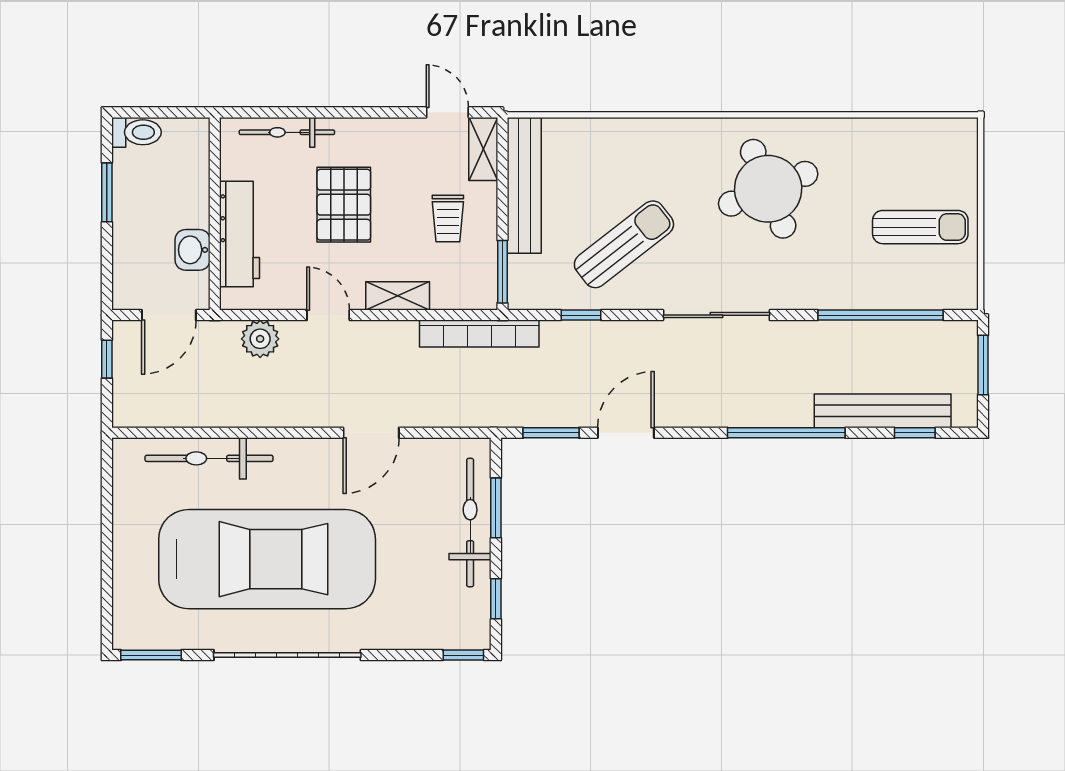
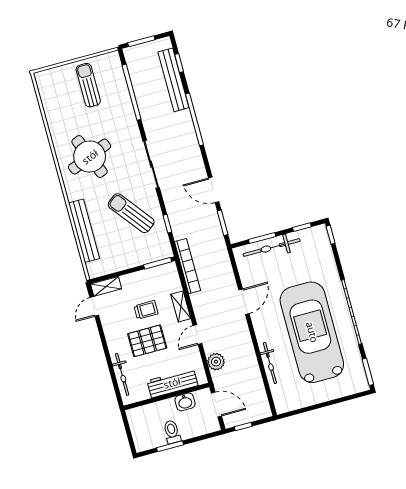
toilet: (136, 132) -> (172, 432), moved
bench: (524, 185) -> (84, 231), moved, turned 90
trolley: (448, 218) -> (146, 310), moved
door: (371, 433) -> (244, 302), hinge flipped
bicycle: (209, 458) -> (270, 363), width x0.73, depth x0.71

